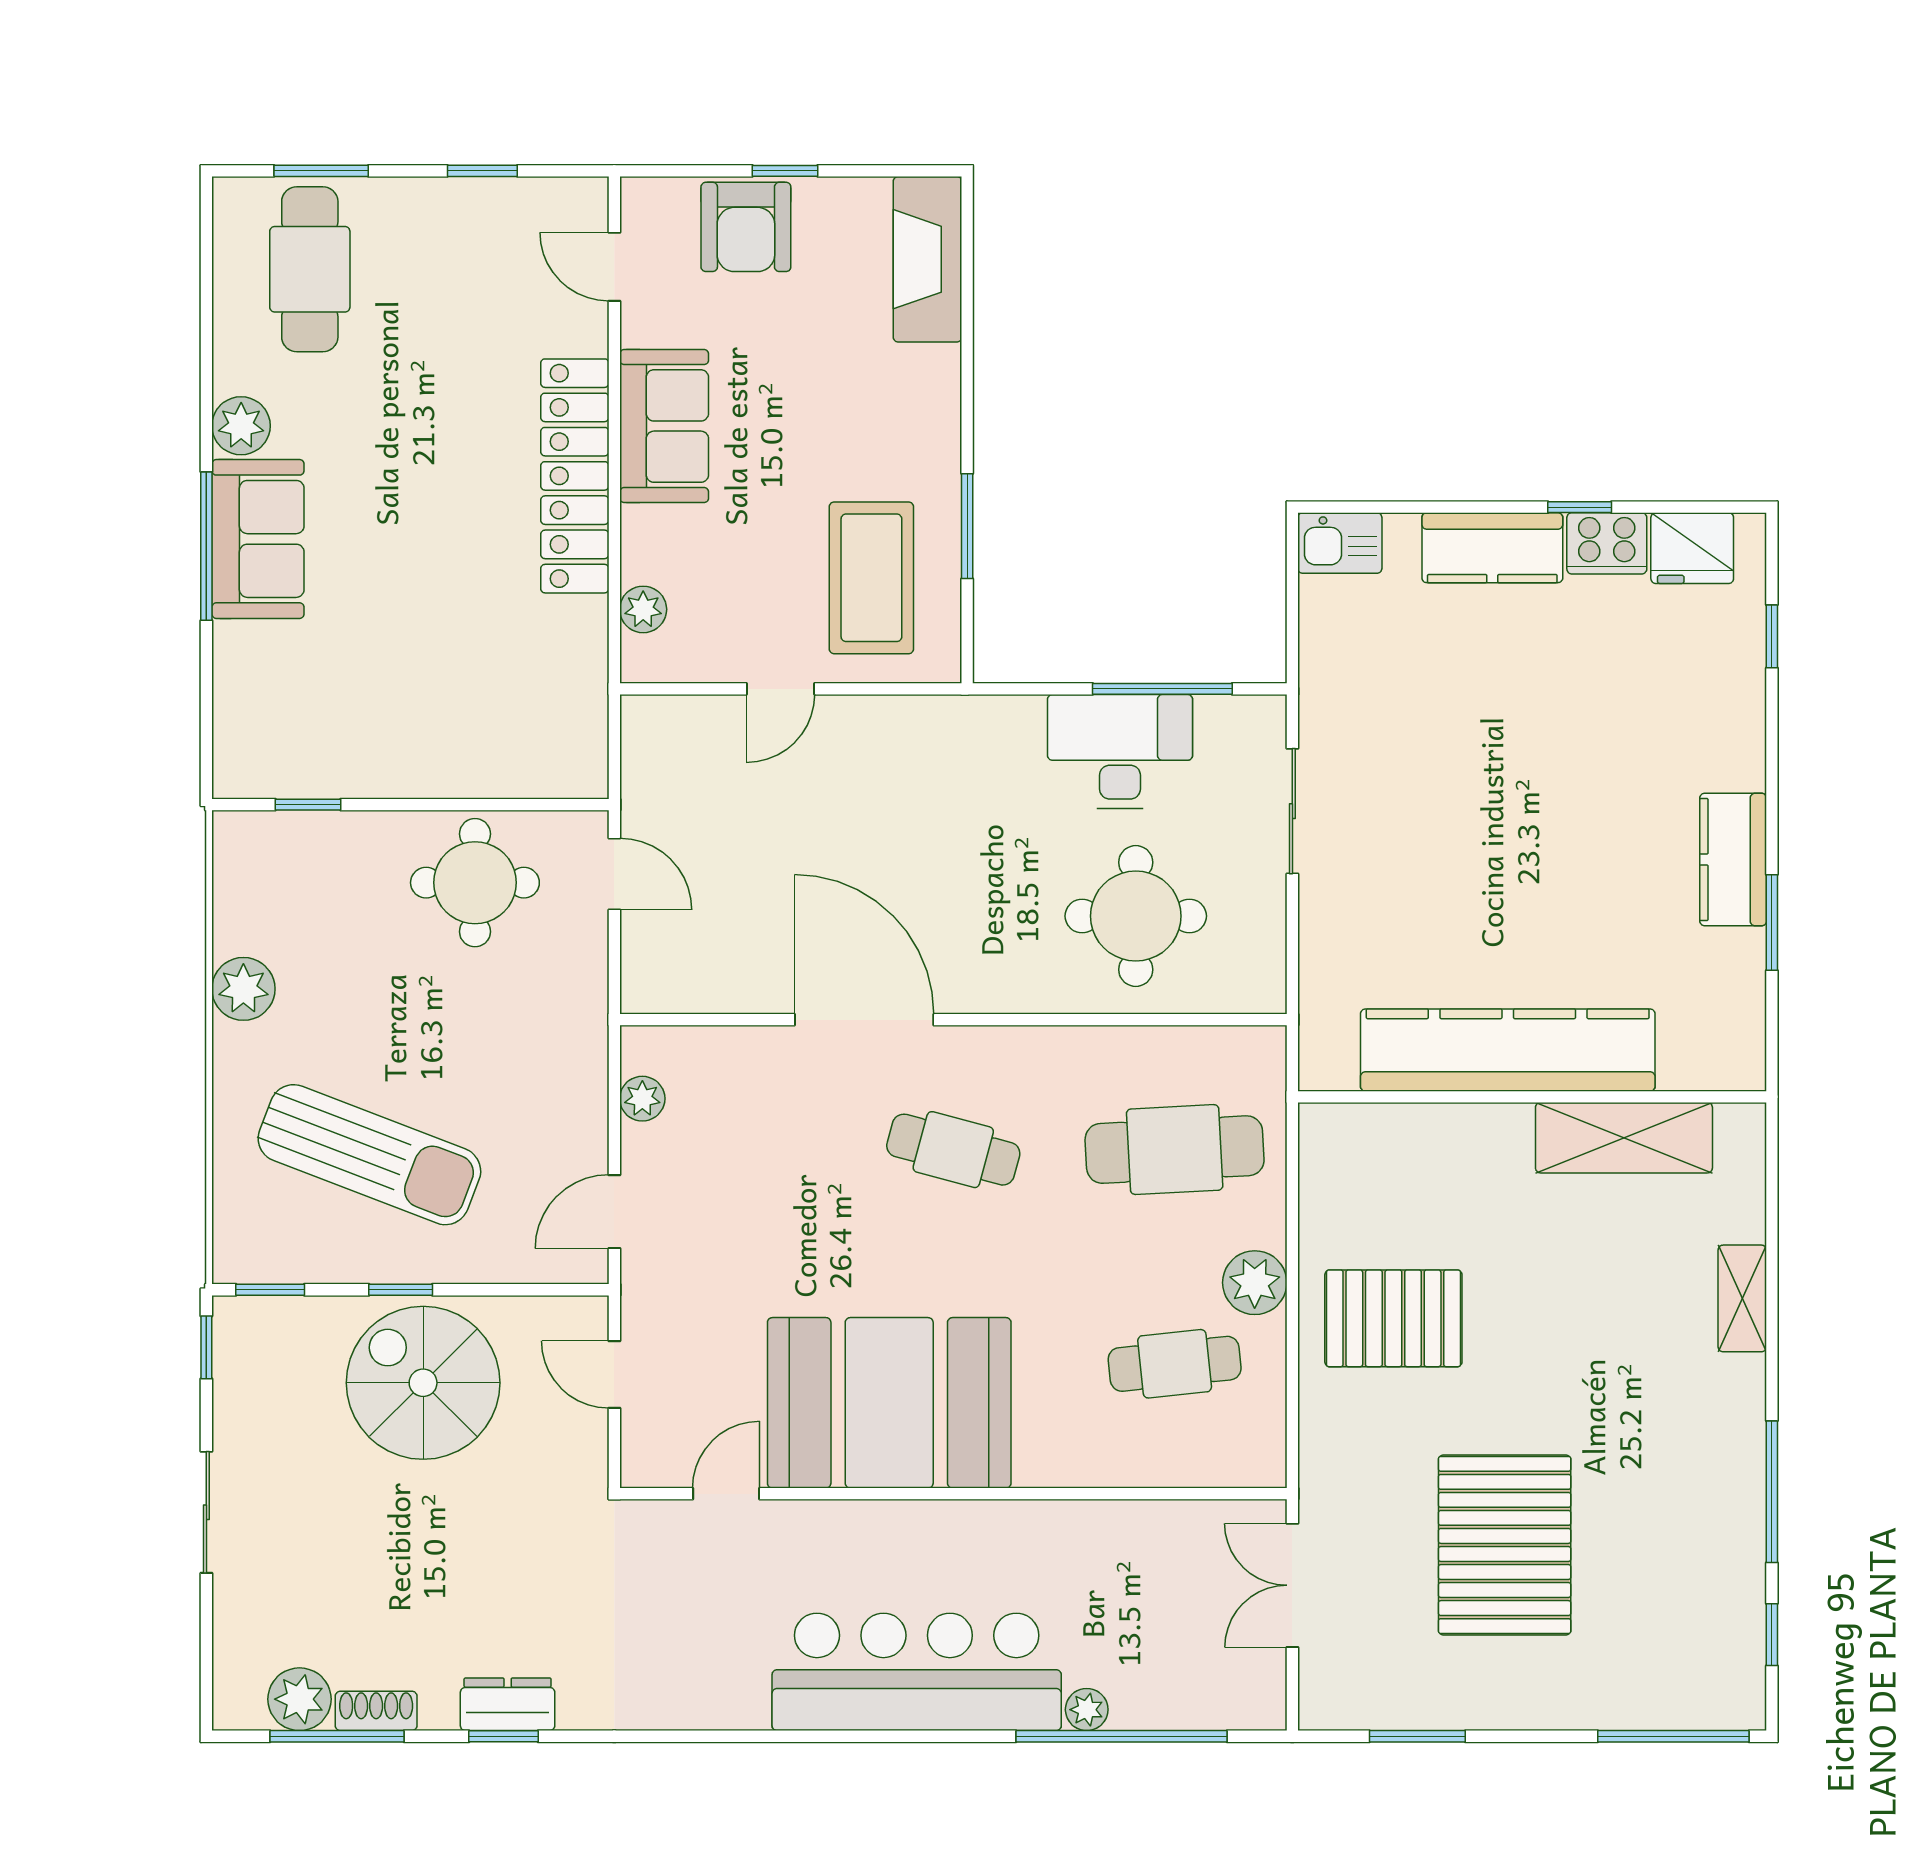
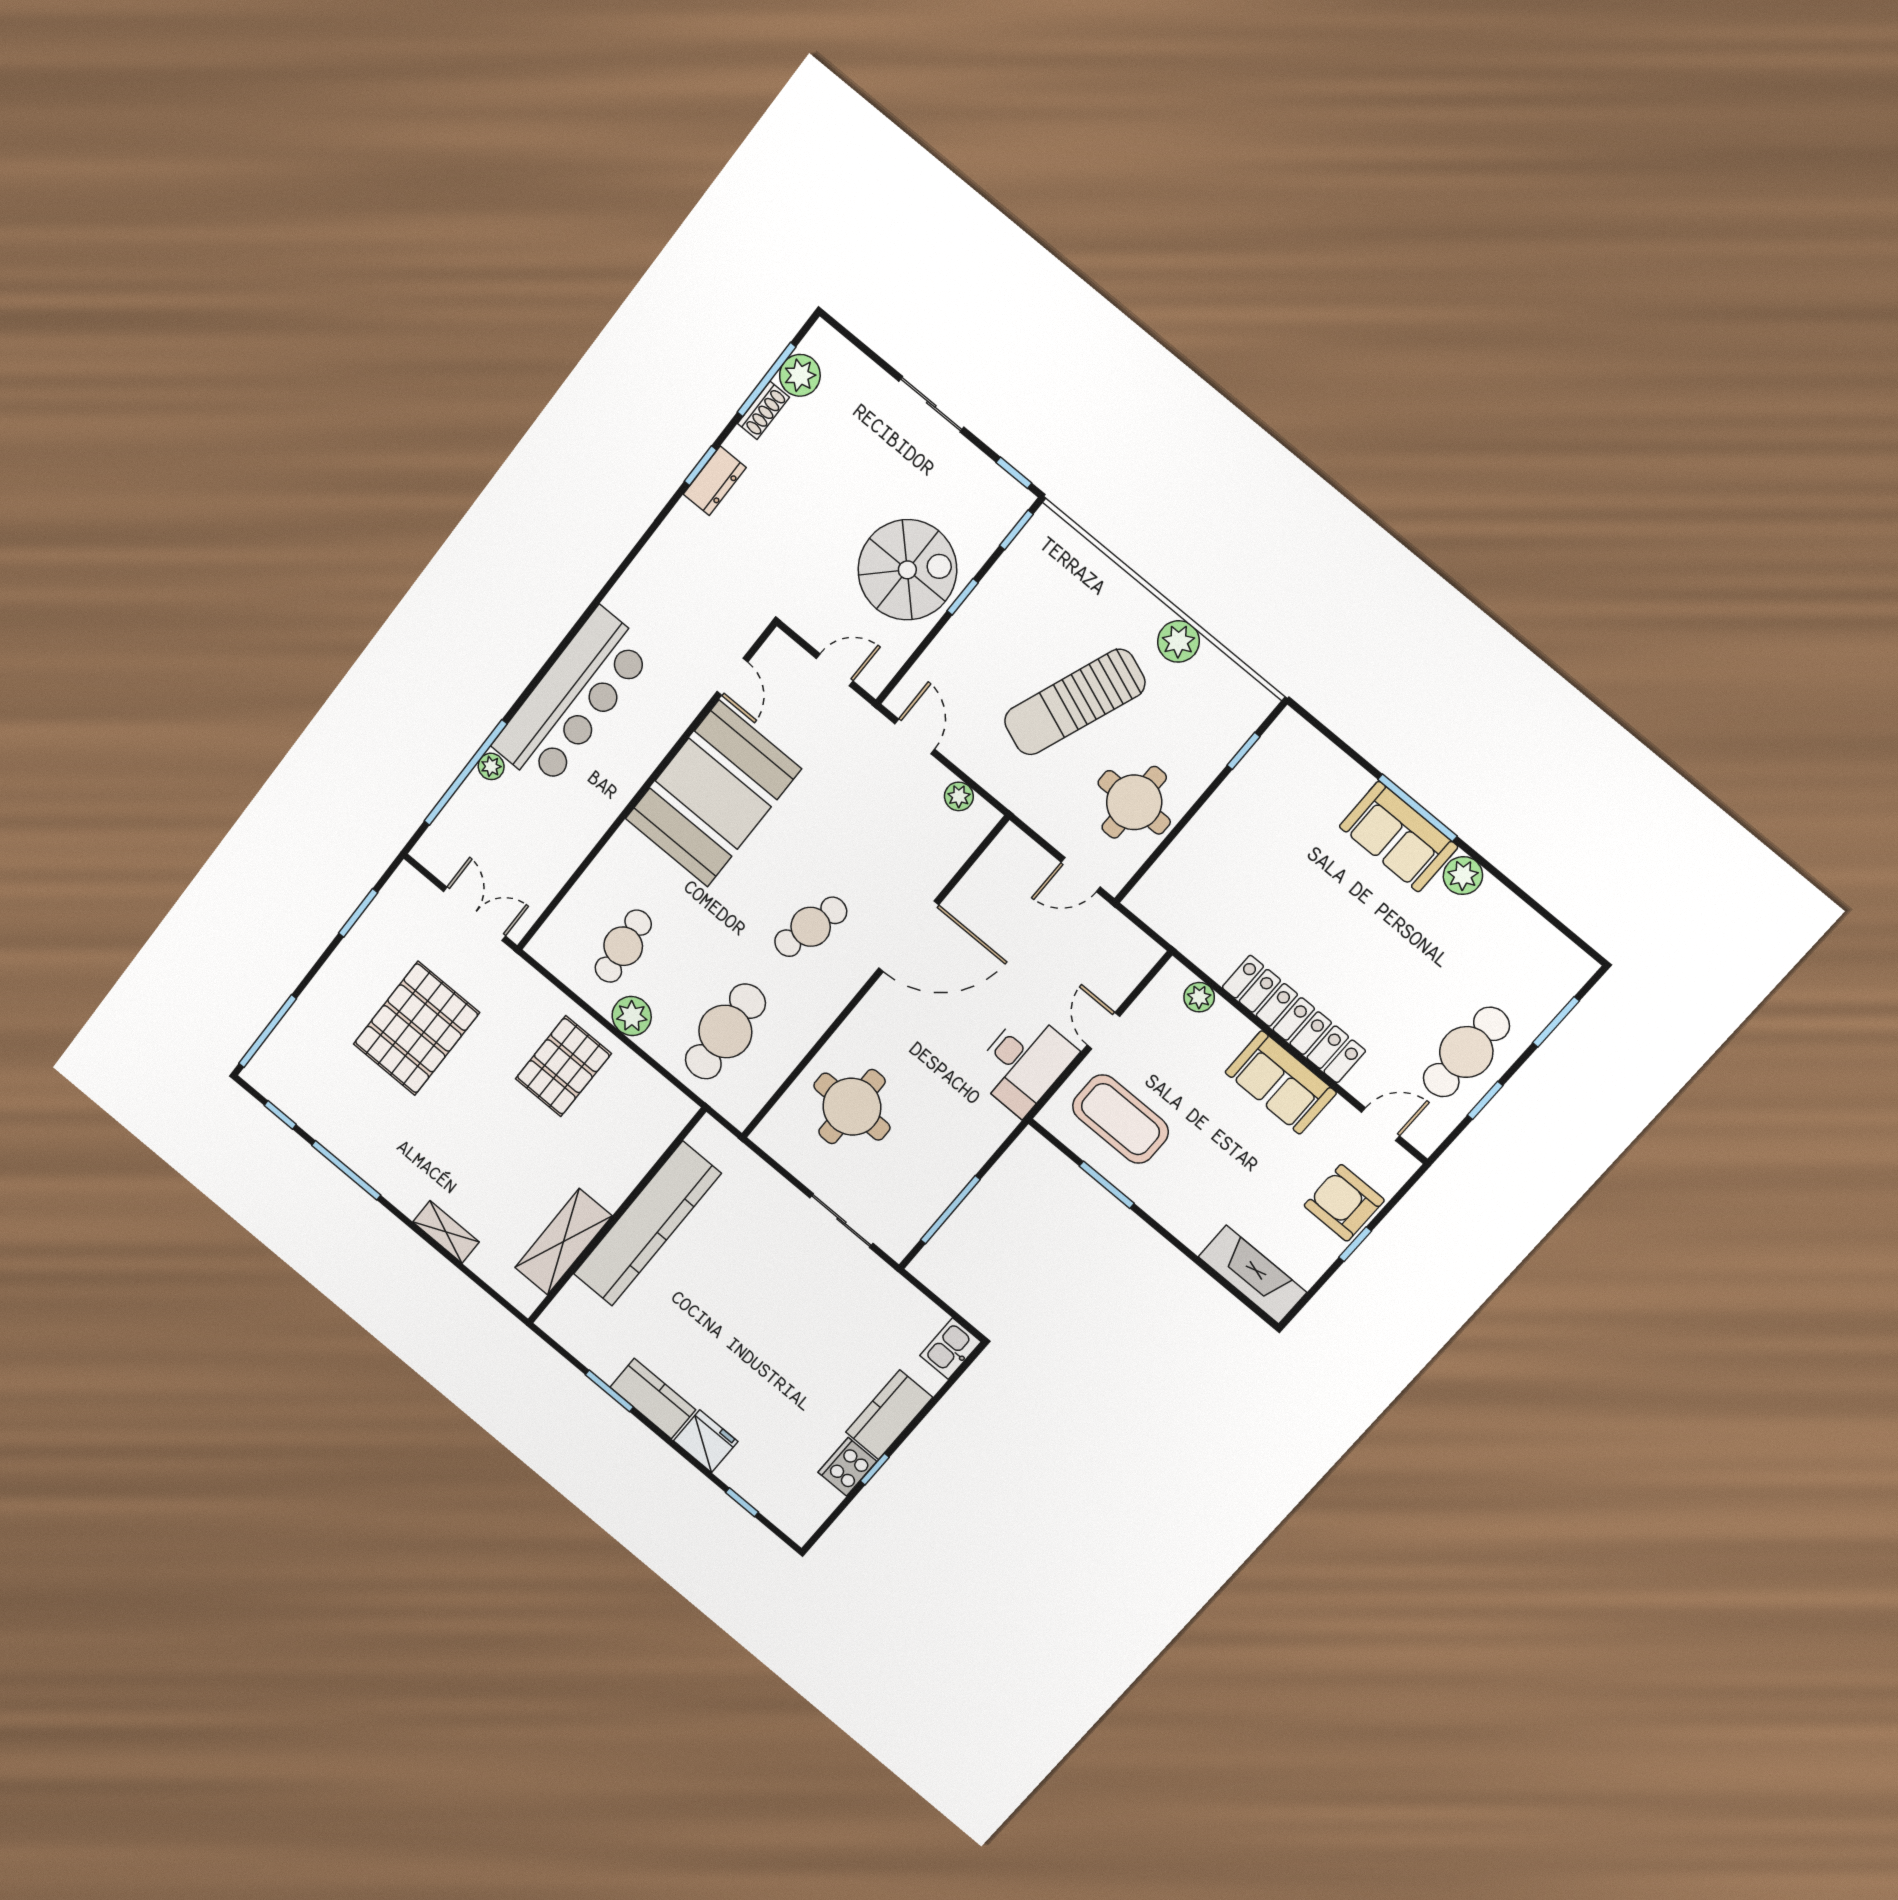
cafe table: (310, 269) -> (1466, 1052), moved, turned 90
fridge: (1692, 548) -> (706, 1441), moved, turned 90
desk: (1120, 751) -> (1024, 1063), moved
sun lounger: (369, 1155) -> (1075, 702), moved
pallet: (1505, 1545) -> (416, 1028), turned 90

